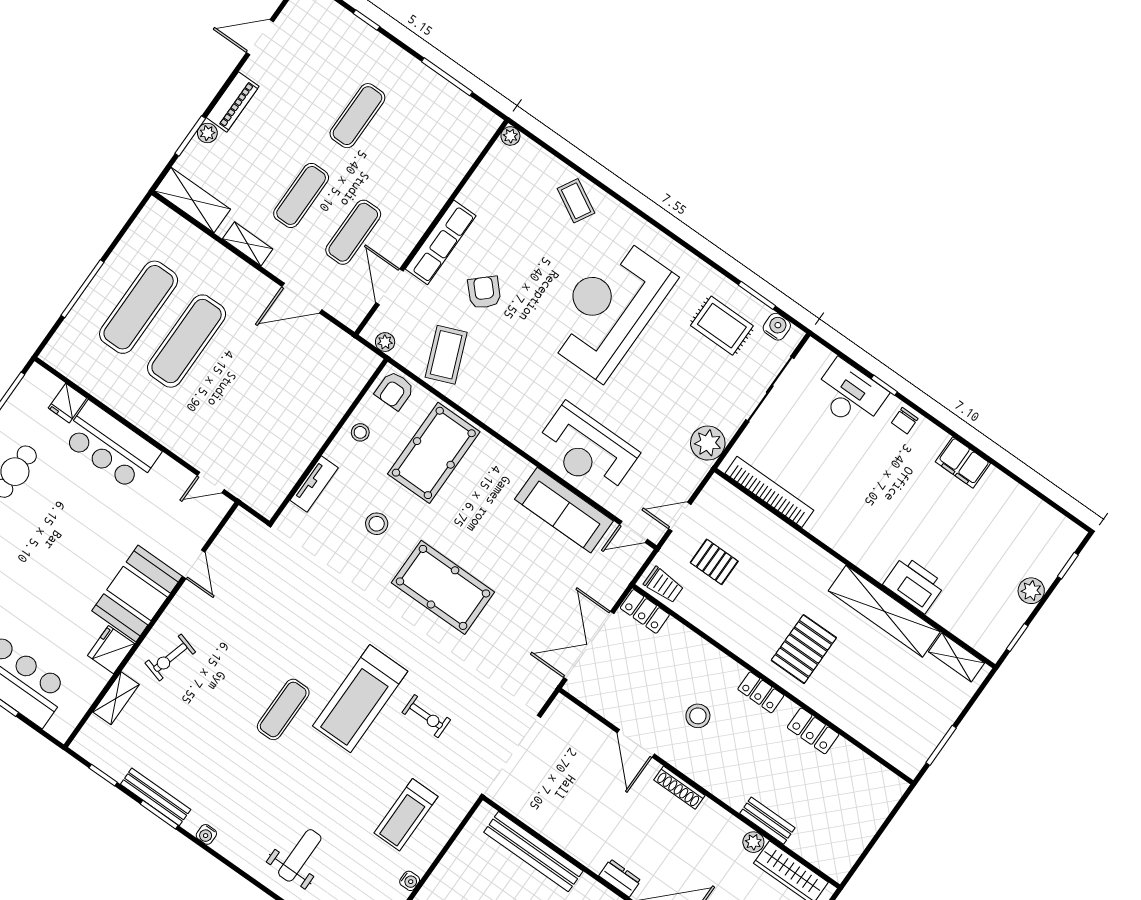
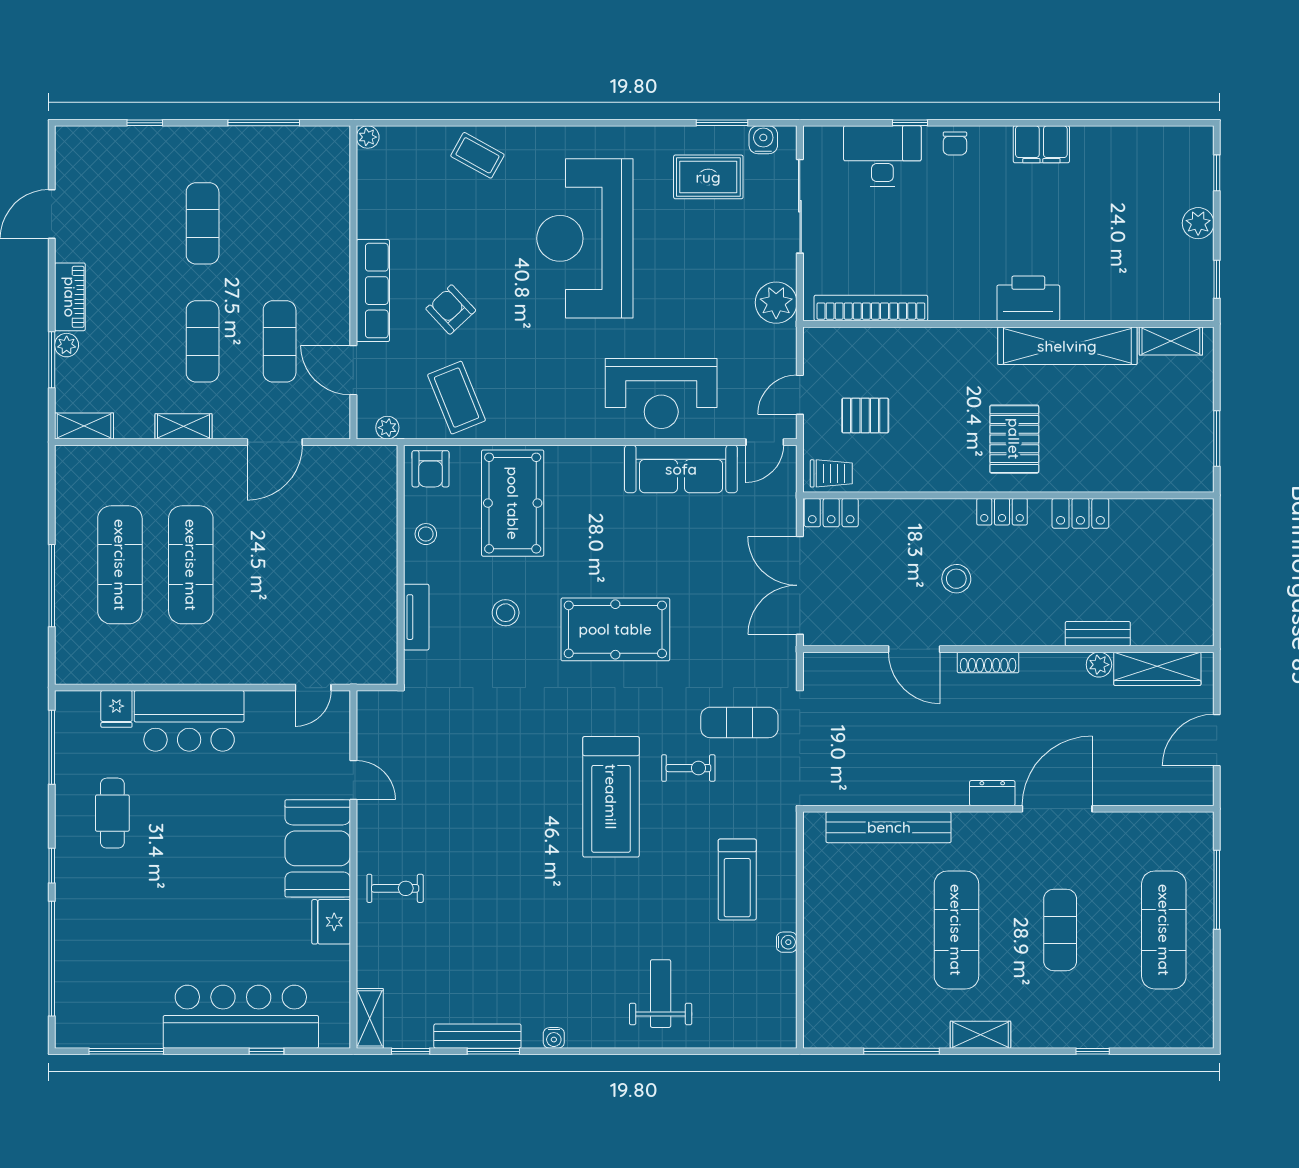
shelving: (193, 200) -> (84, 426), width x0.67, depth x0.75
printer: (914, 584) -> (1028, 298), moved
exercise bike: (170, 658) -> (395, 888), turned -106
shelving: (116, 698) -> (370, 1018), moved
exercise mat: (283, 709) -> (739, 722), moved, turned 90

